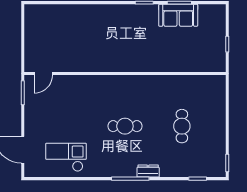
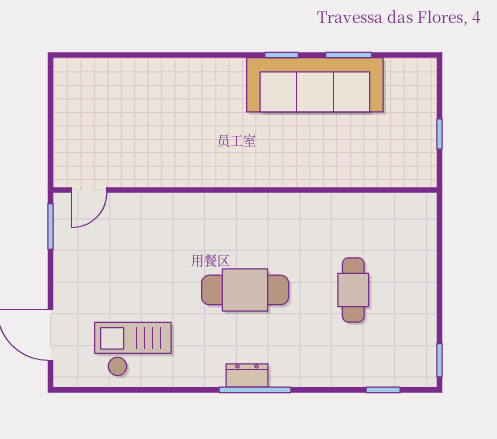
sofa: (178, 15) -> (315, 85), width x1.85, depth x1.27
cafe table: (125, 126) -> (245, 290), width x1.37, depth x1.35
dresser: (148, 171) -> (247, 376), moved

